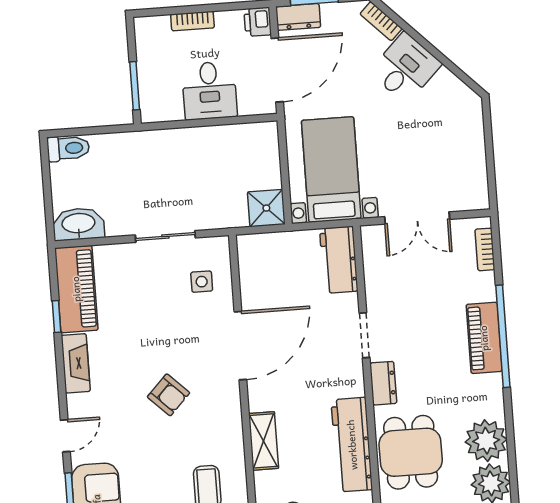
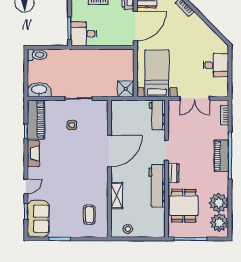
desk: (405, 68) -> (216, 65), moved, turned 45
desk: (209, 91) -> (84, 34), moved, turned 90
side table: (202, 282) -> (72, 125), moved
armchair: (168, 395) -> (75, 171), removed
workbench: (352, 445) -> (157, 186), moved

